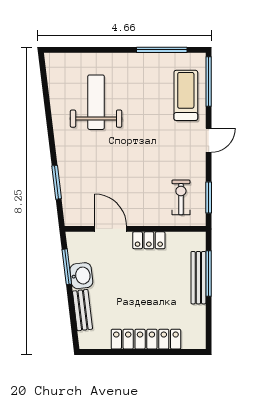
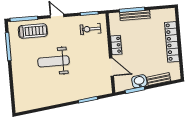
treadmill: (186, 95) -> (33, 31), turned 180
weight bench: (96, 102) -> (54, 61), moved
door: (111, 229) -> (112, 67), swing flipped

